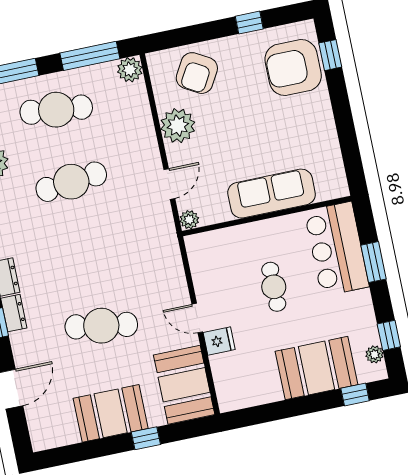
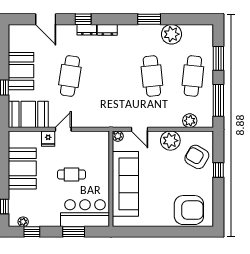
window: (249, 23) -> (218, 170), moved
window: (330, 55) -> (191, 232), removed
armchair: (293, 68) -> (189, 210), turned 90
plant: (130, 70) -> (190, 121), moved
sofa: (272, 194) -> (125, 184), width x1.36, depth x1.27
booth: (317, 368) -> (22, 168), moved

